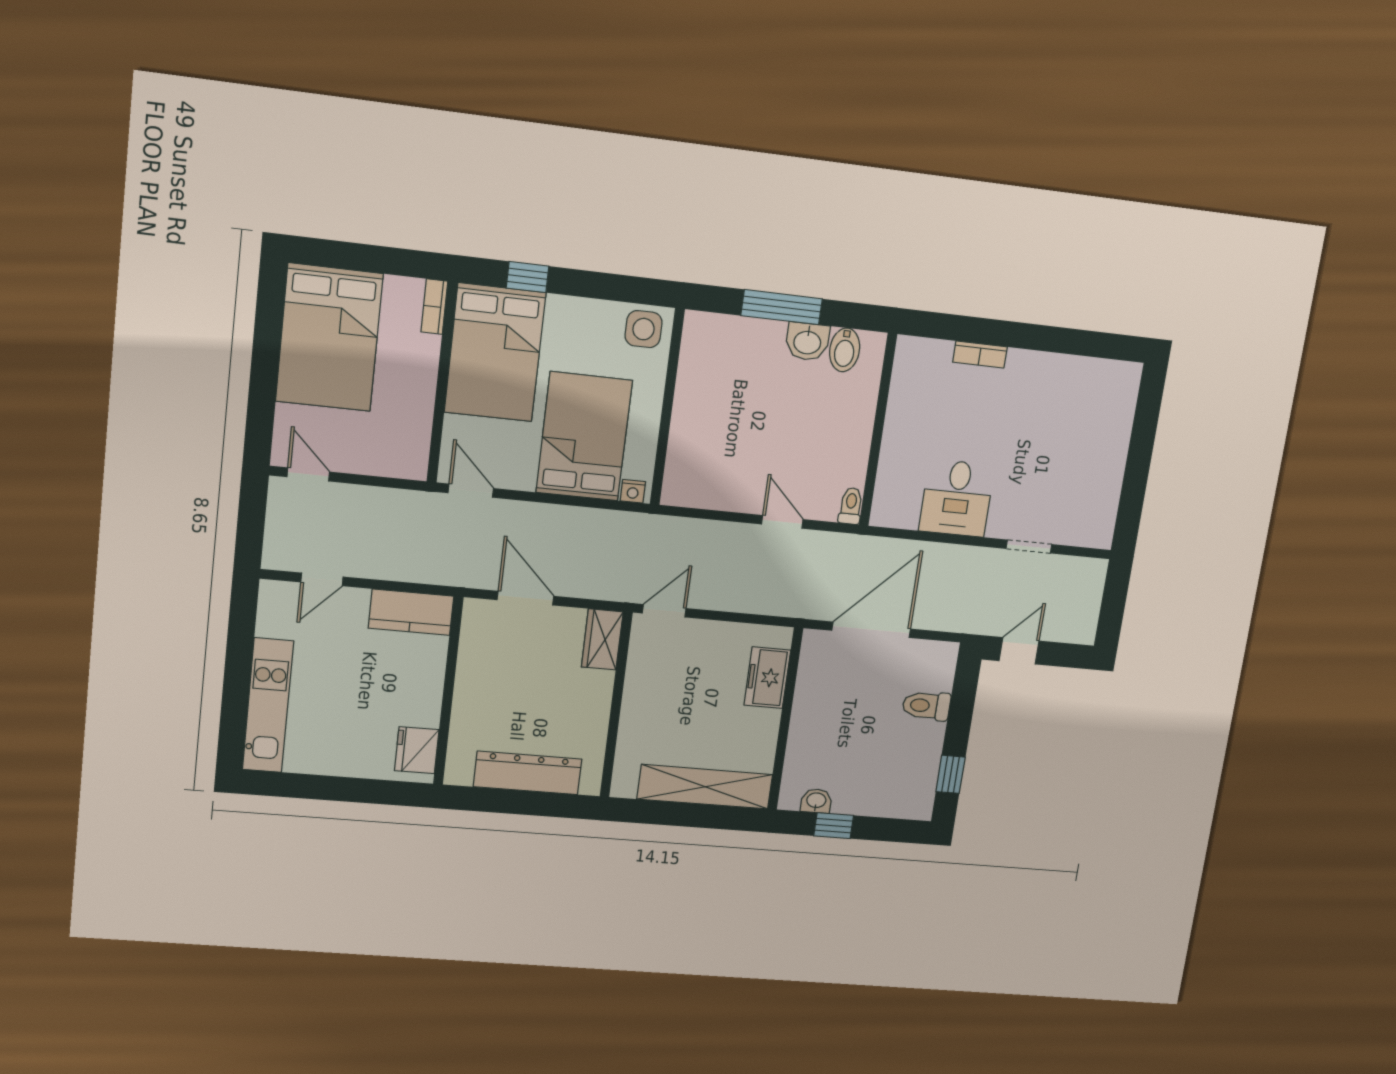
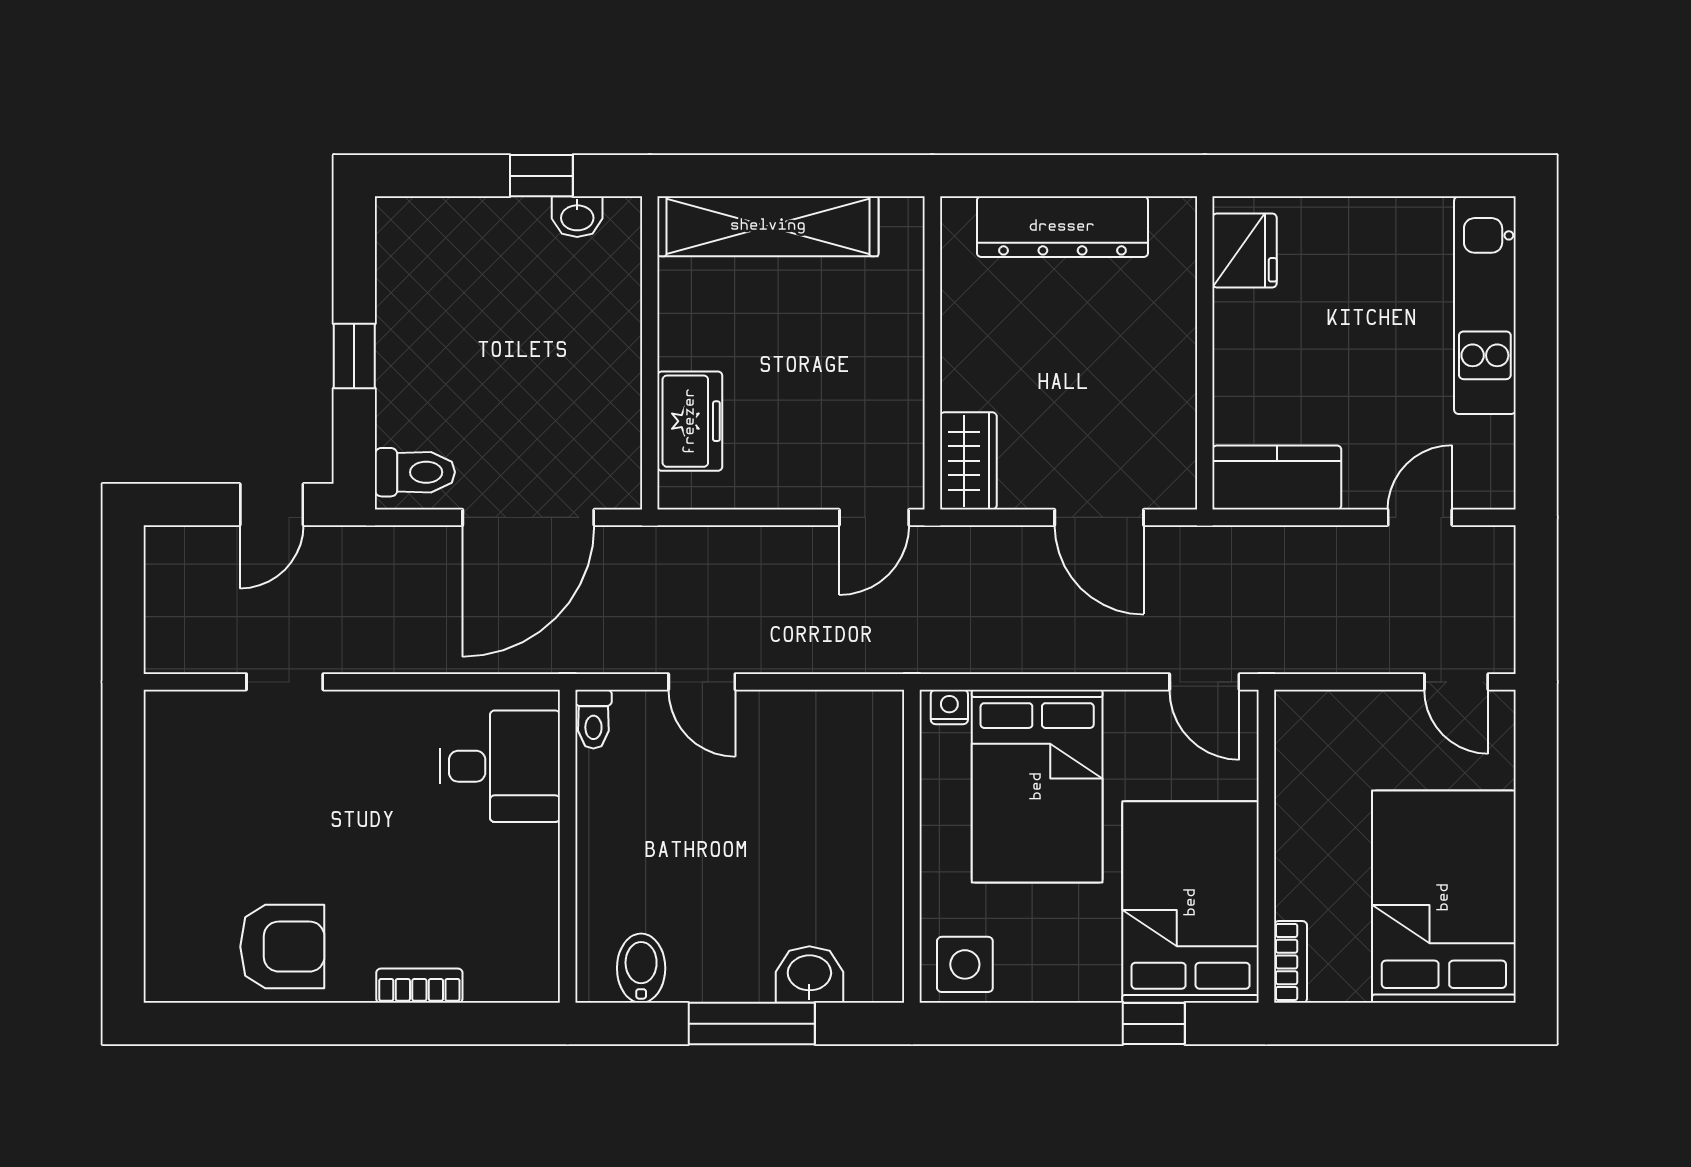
washbasin: (807, 342) -> (809, 974), moved
armchair: (1057, 388) -> (282, 947), added
desk: (957, 498) -> (500, 766), moved, turned 90
toilet: (926, 706) -> (415, 472), moved
window: (951, 774) -> (354, 356), moved

